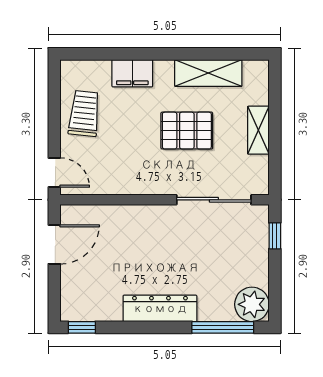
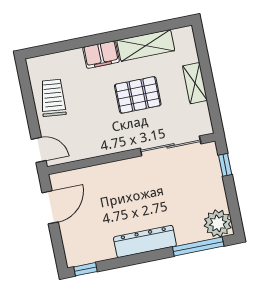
filing cabinet: (132, 73) -> (101, 55), moved

